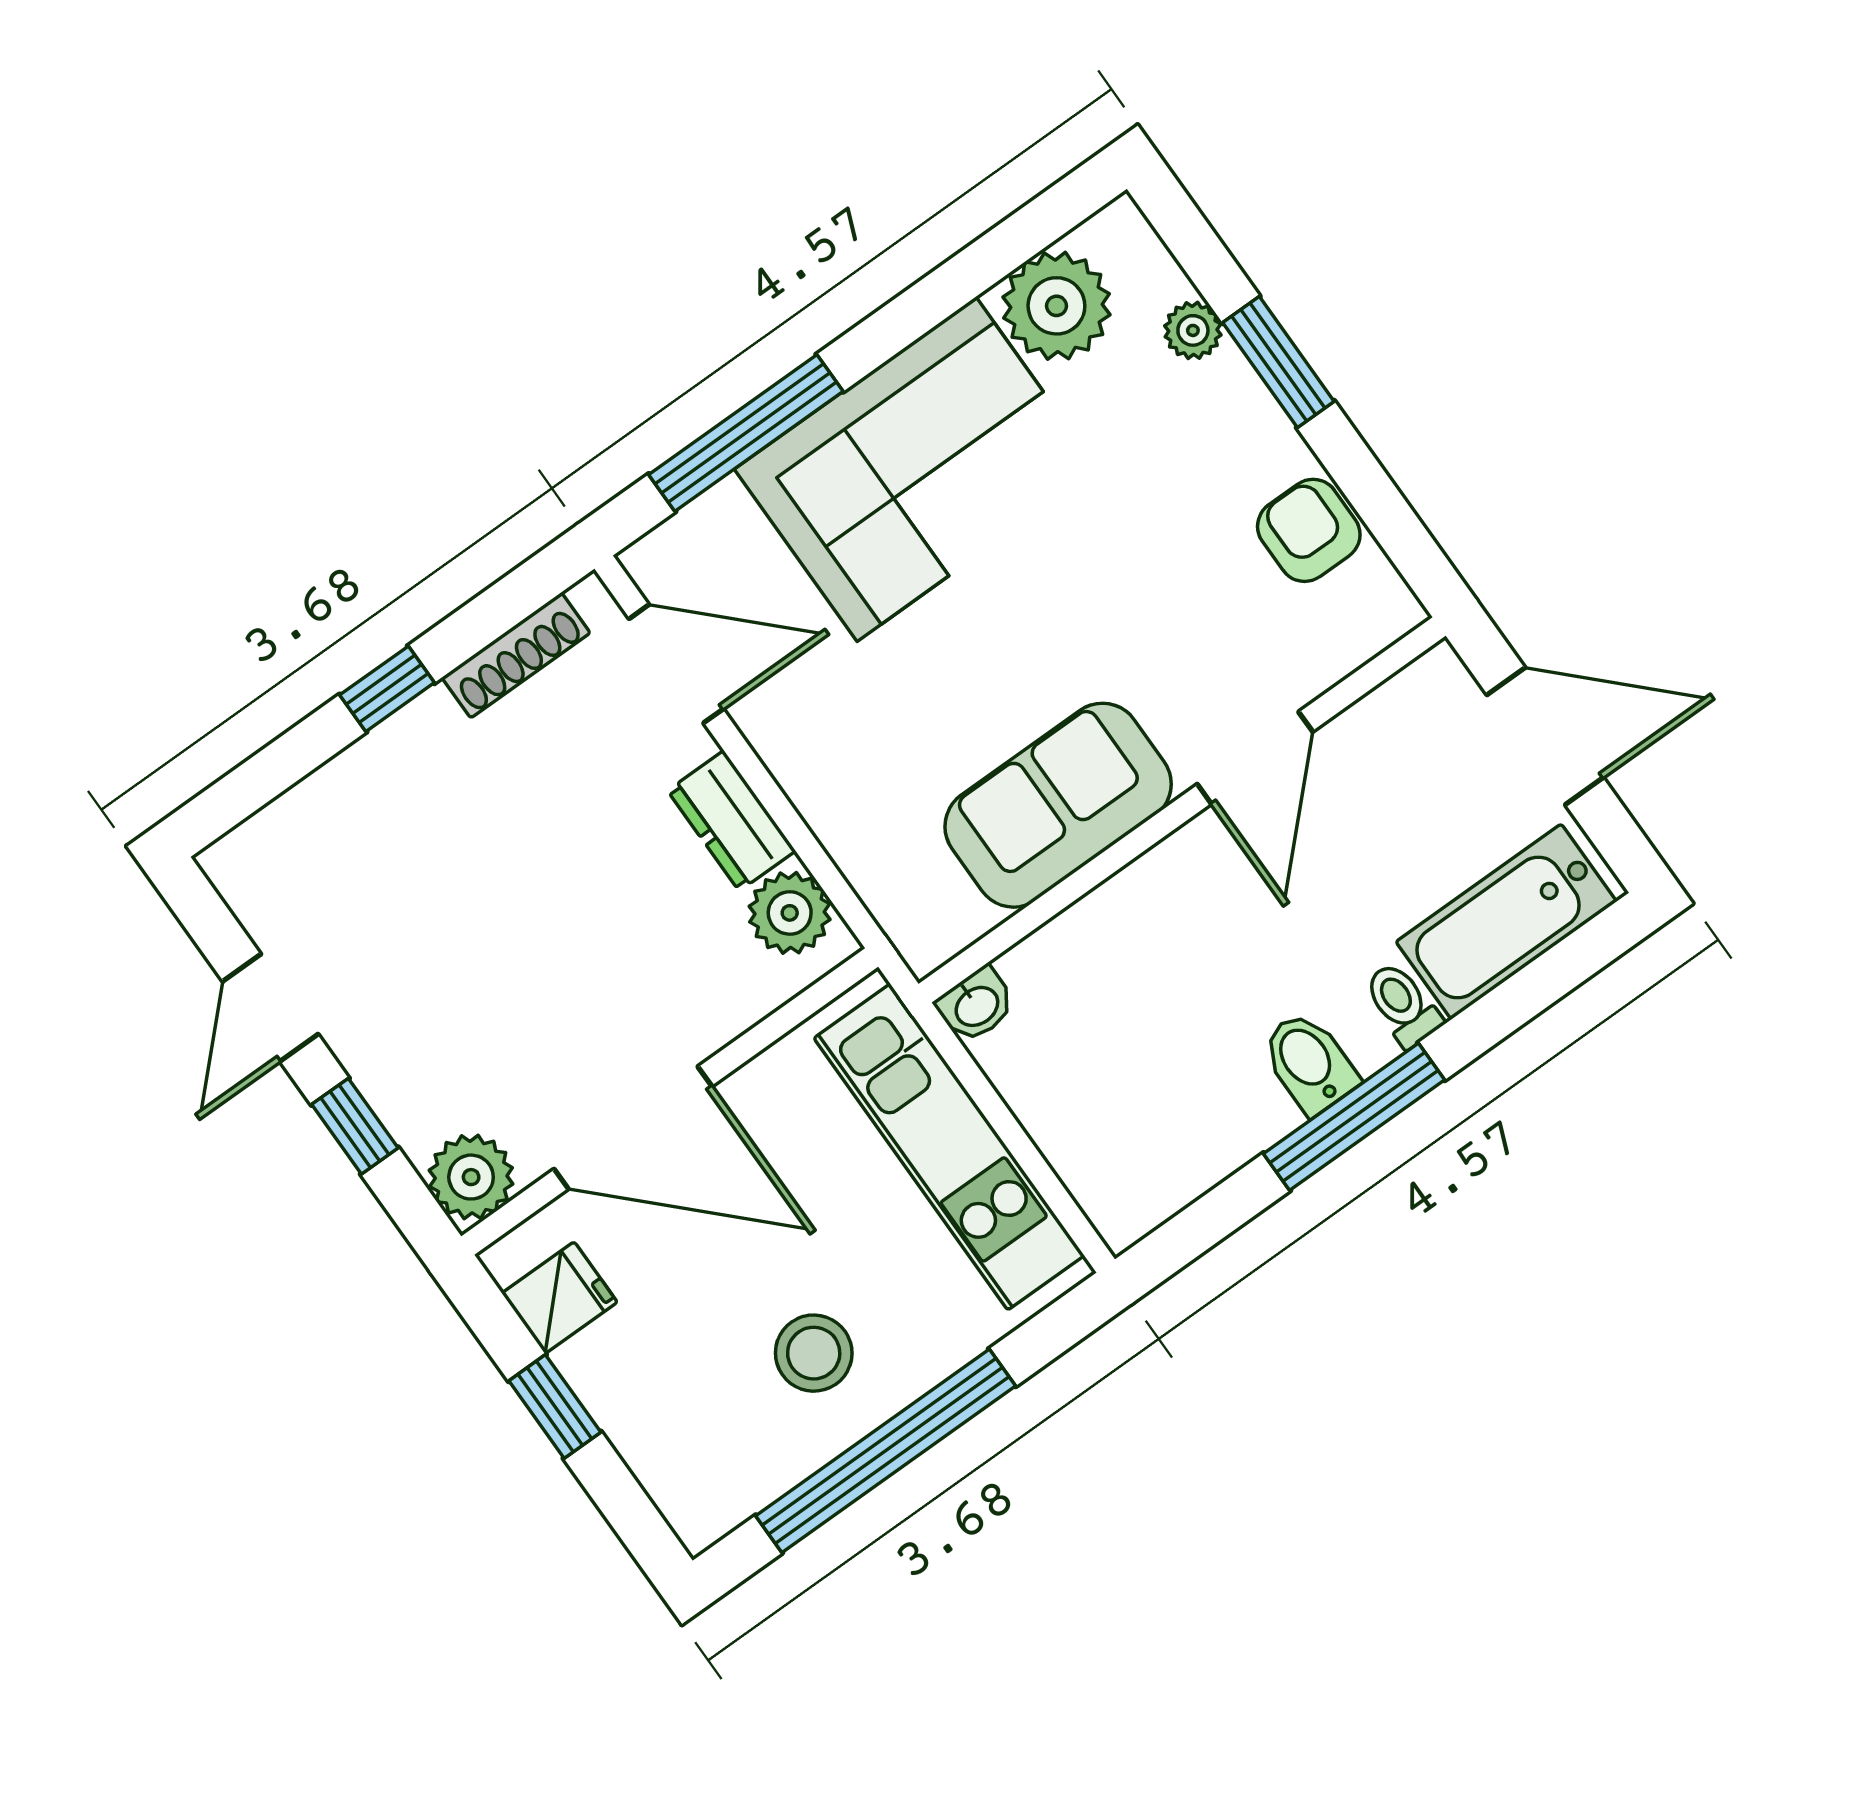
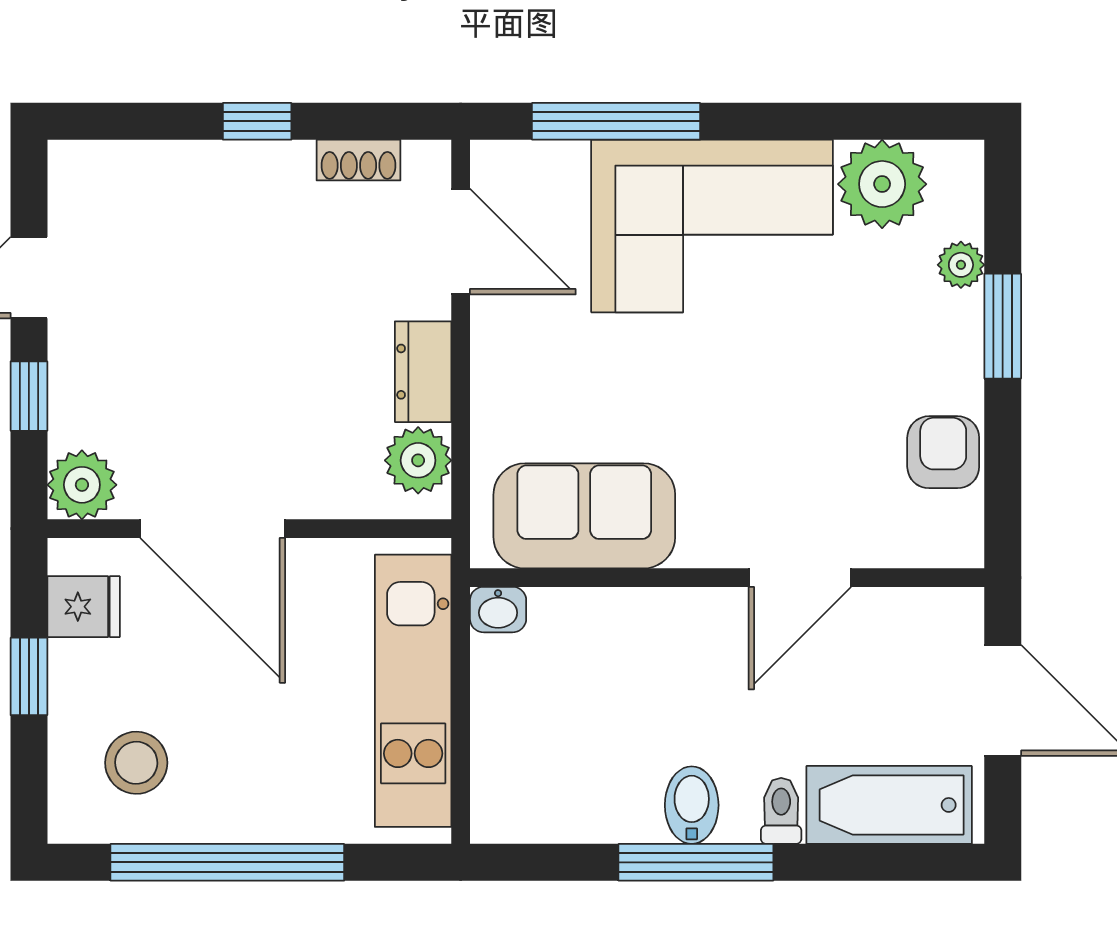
shoe rack: (516, 655) -> (359, 160), width x0.70
sofa: (1058, 805) -> (584, 516), moved
stool: (814, 1353) -> (136, 763), moved

